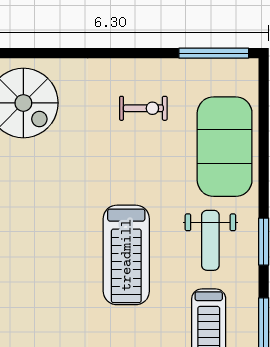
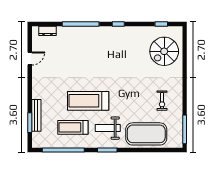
treadmill: (126, 255) -> (88, 101), moved

